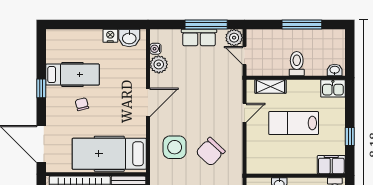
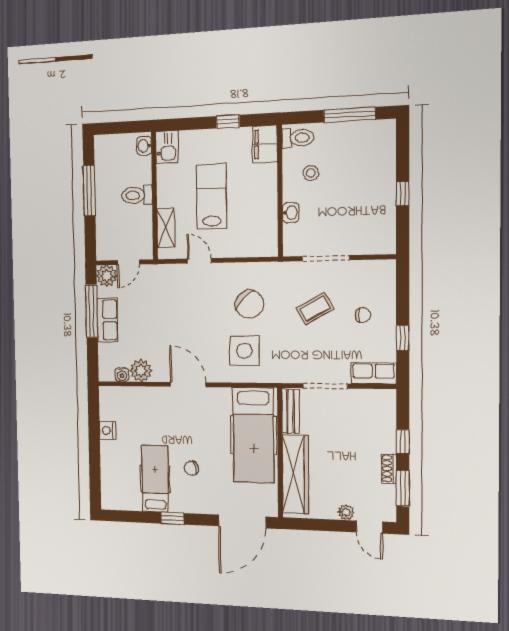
washbasin: (129, 38) -> (110, 407), removed
lab bench: (294, 123) -> (211, 196), turned 180

